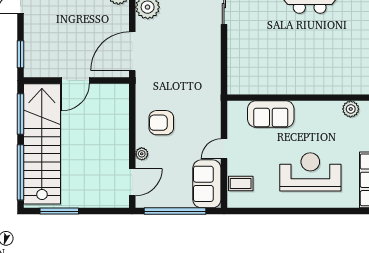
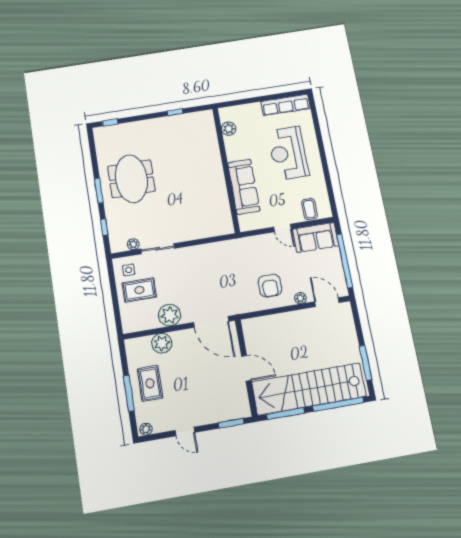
sofa: (271, 114) -> (244, 187), width x1.36

